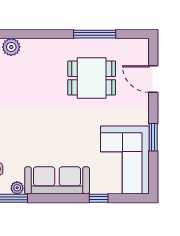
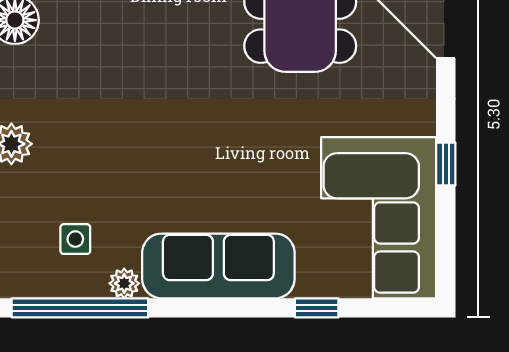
window: (153, 137) -> (446, 164), width x0.67

